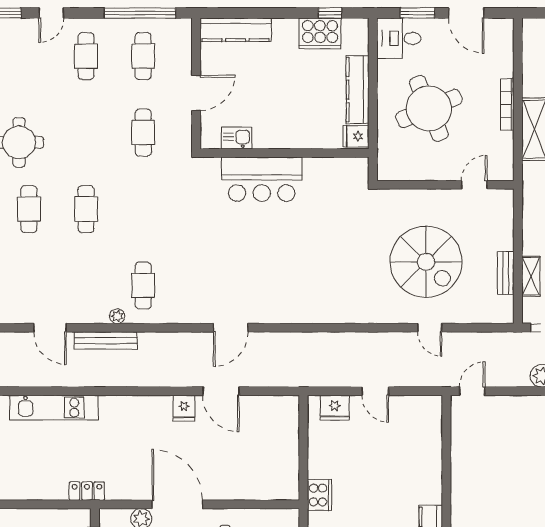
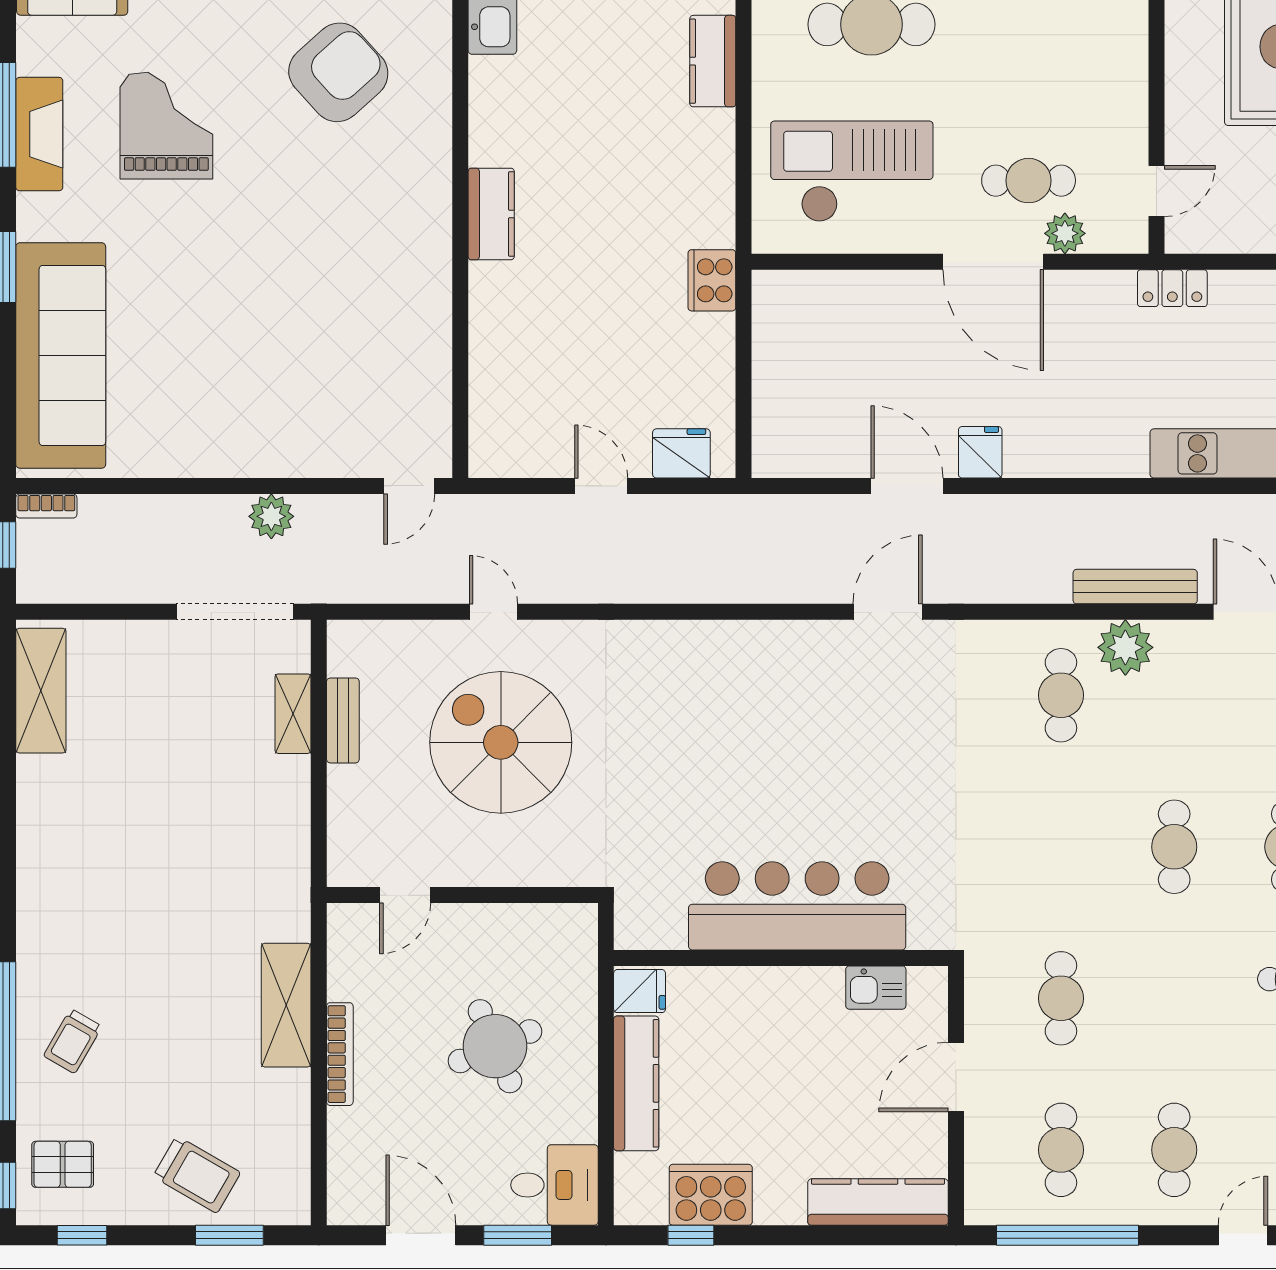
round table: (429, 108) -> (495, 1046), width x0.73, depth x0.73
bar counter: (262, 179) -> (797, 906), width x1.36
plant: (117, 316) -> (1125, 647), width x1.88, depth x1.88

